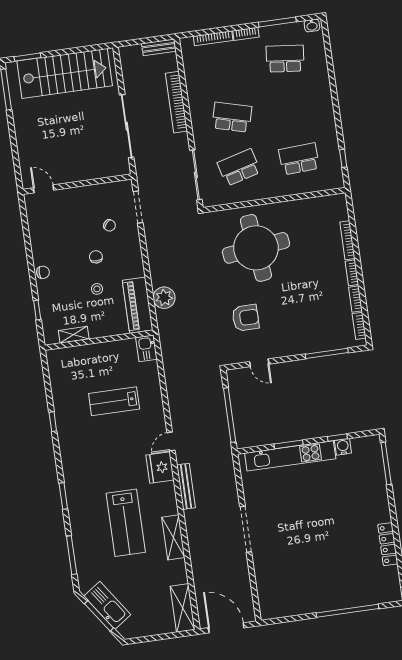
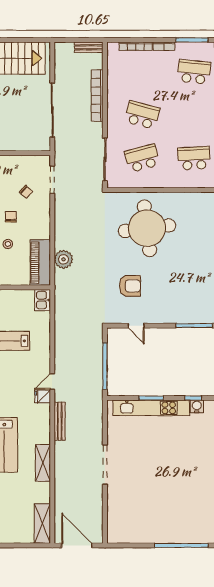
fridge: (160, 468) -> (43, 397), width x0.53, depth x0.75

